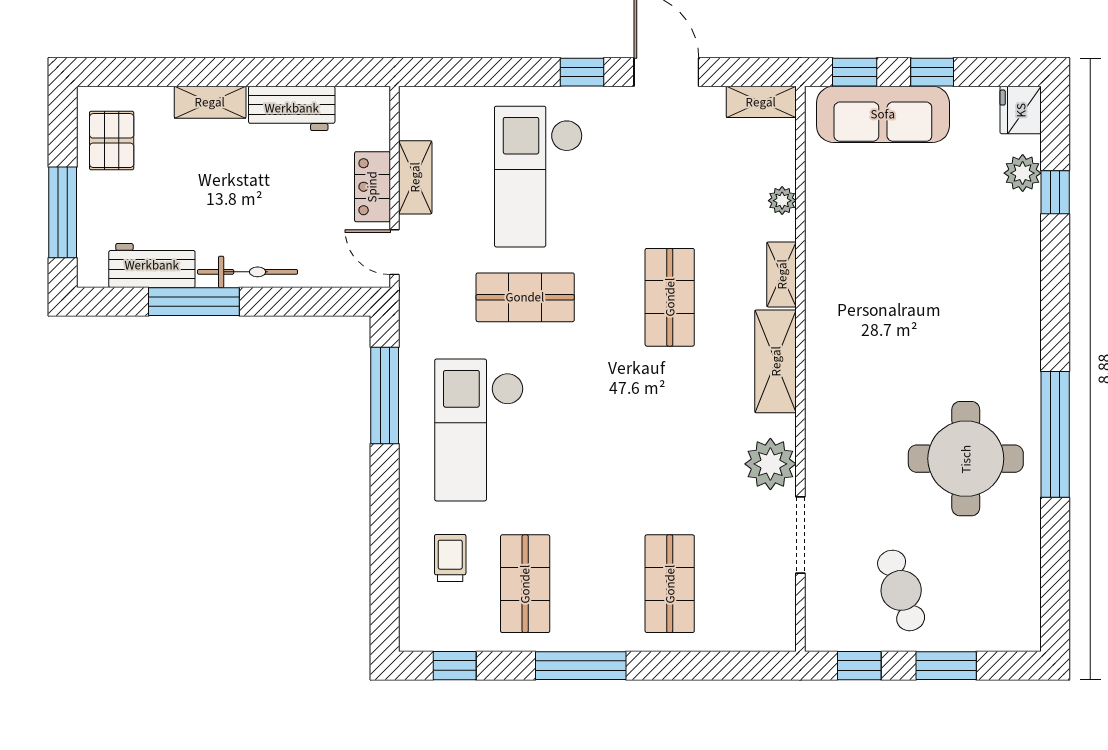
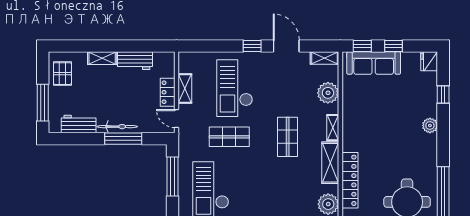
plant: (1023, 173) -> (430, 125), moved
plant: (782, 201) -> (328, 93), width x1.87, depth x1.87
window: (194, 302) -> (123, 139), moved
locker: (824, 405) -> (350, 180), added

